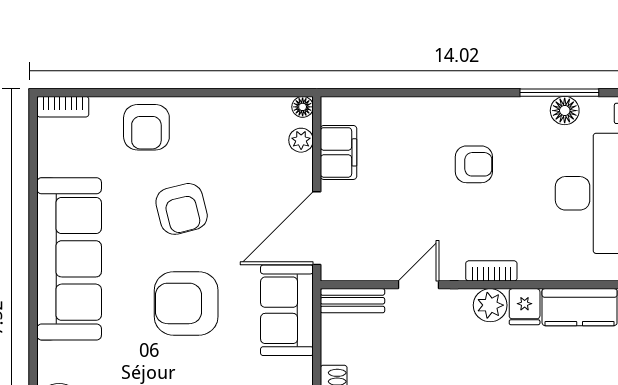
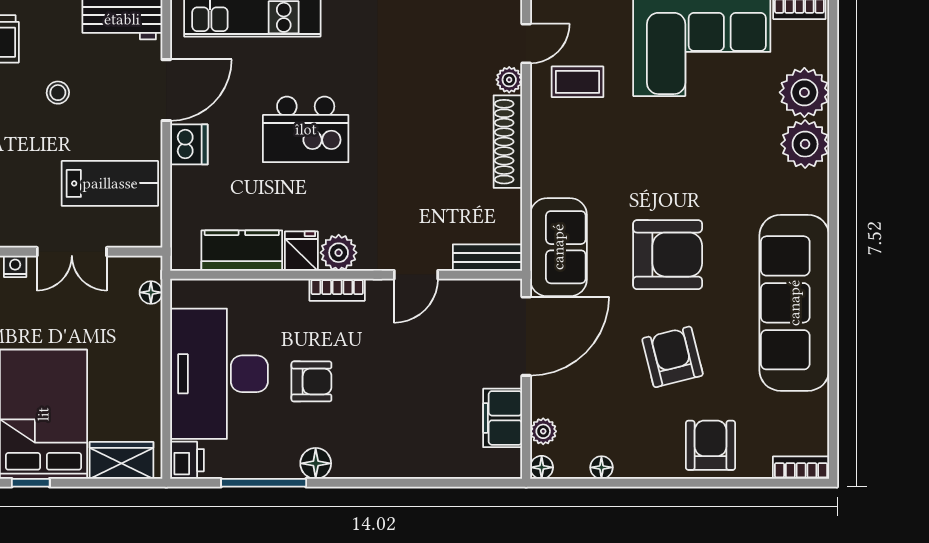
floor lamp: (247, 107) -> (601, 467), added
floor lamp: (565, 111) -> (316, 463), moved
armchair: (474, 164) -> (311, 381), moved, turned 180

